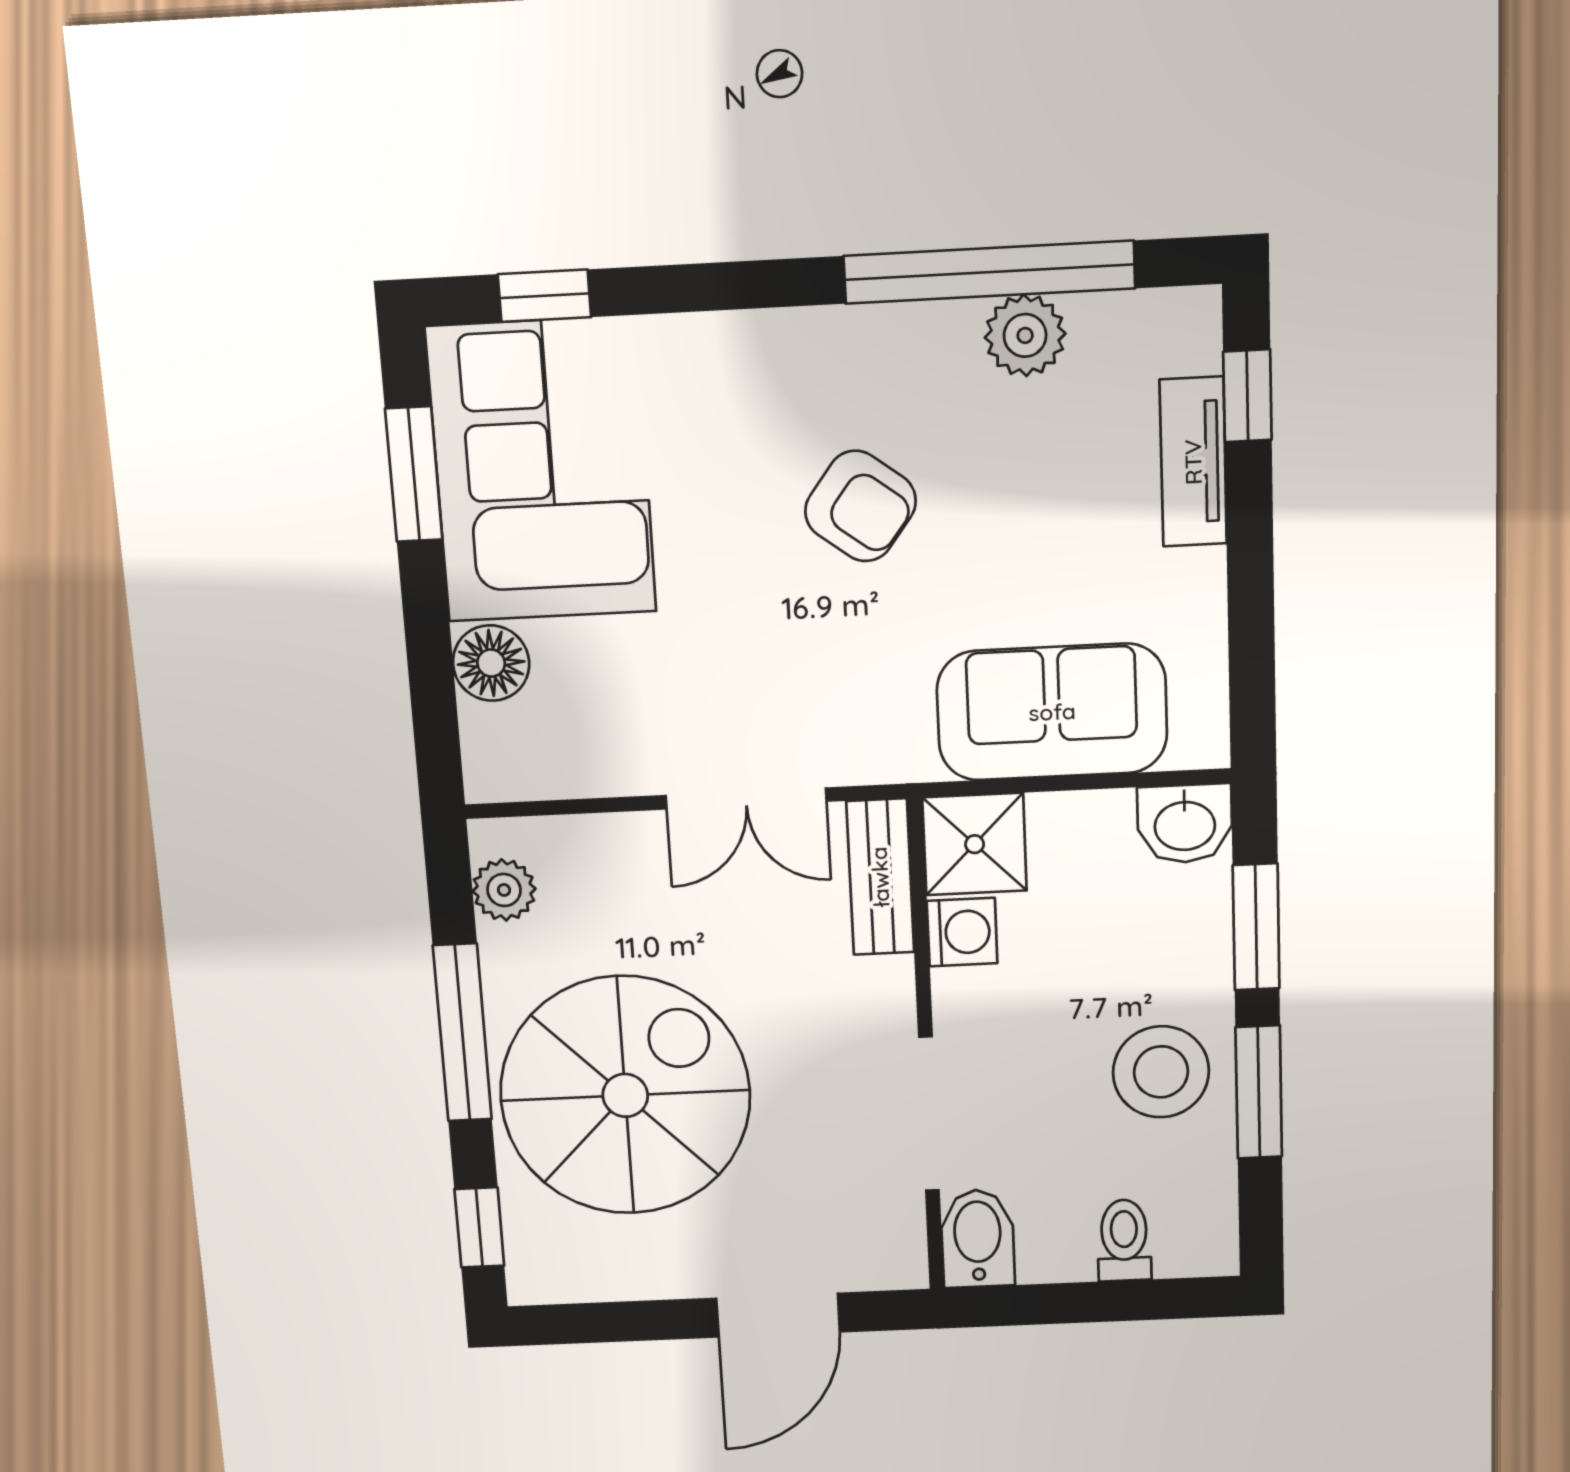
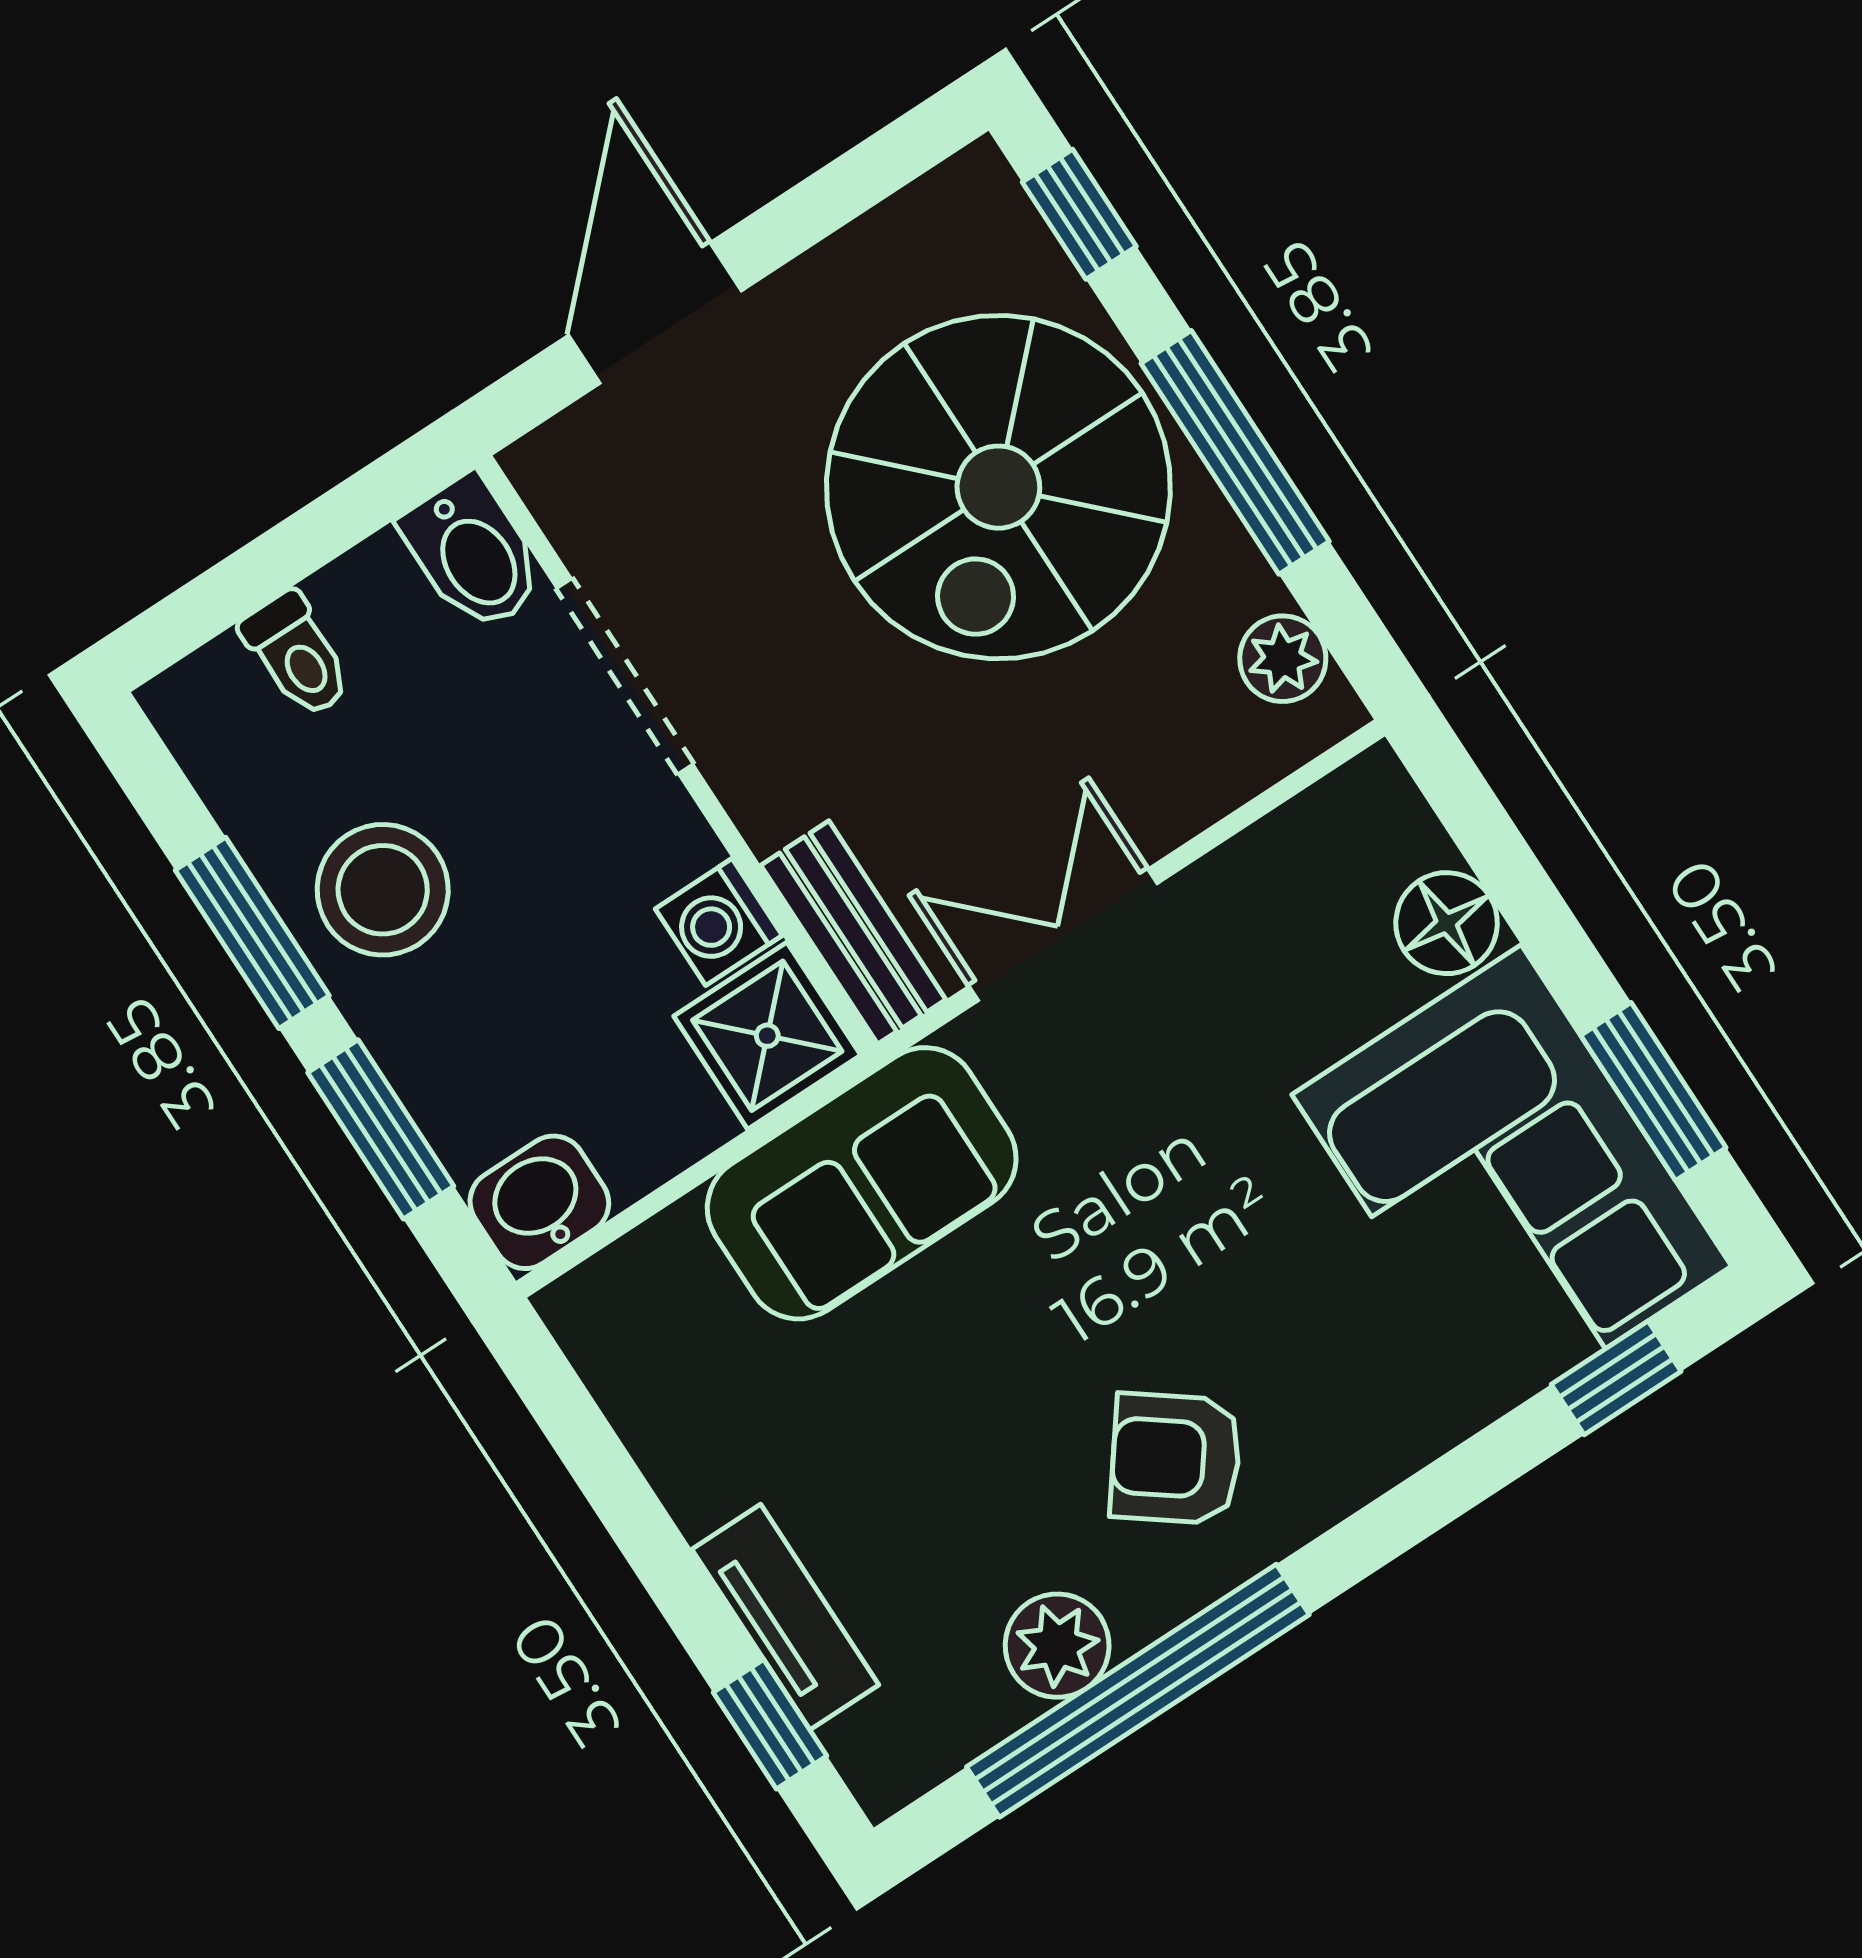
armchair: (861, 506) -> (1176, 1459), moved
sofa: (1052, 712) -> (862, 1183), moved

